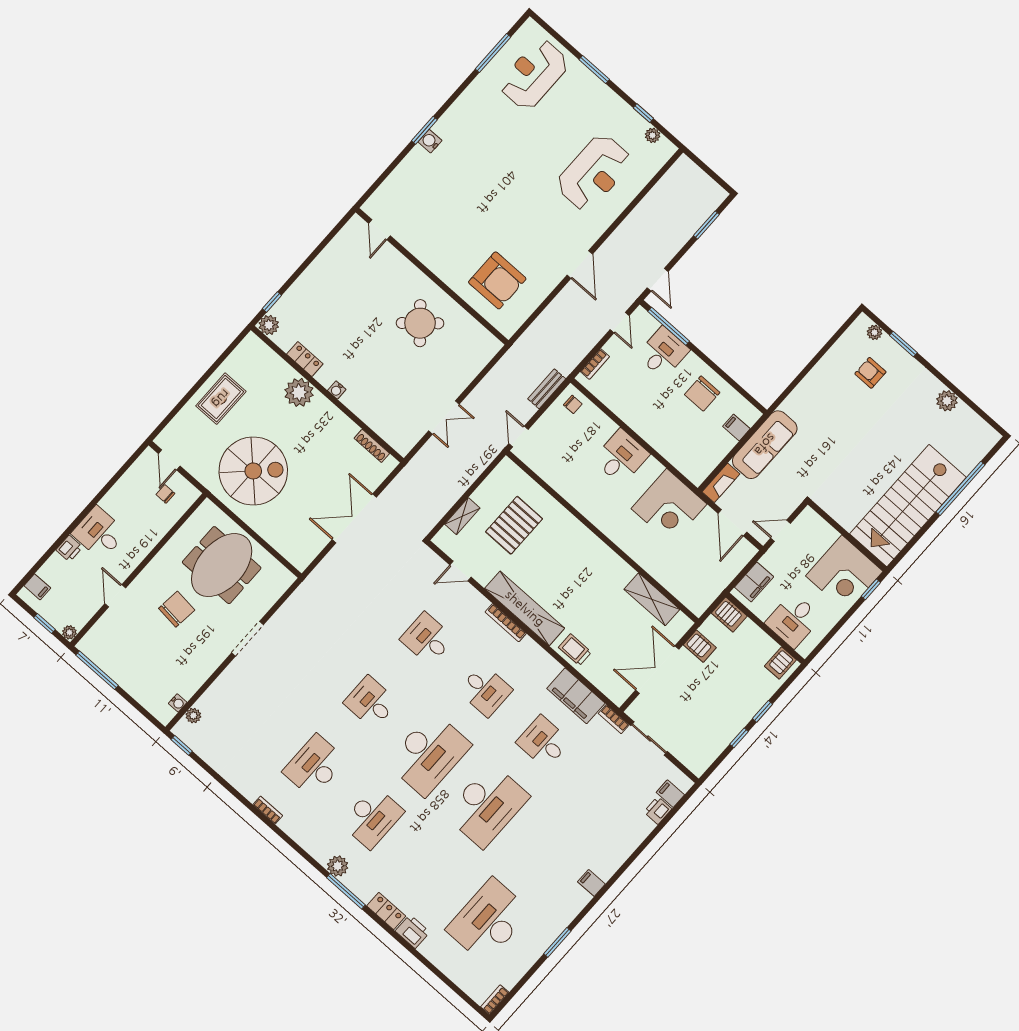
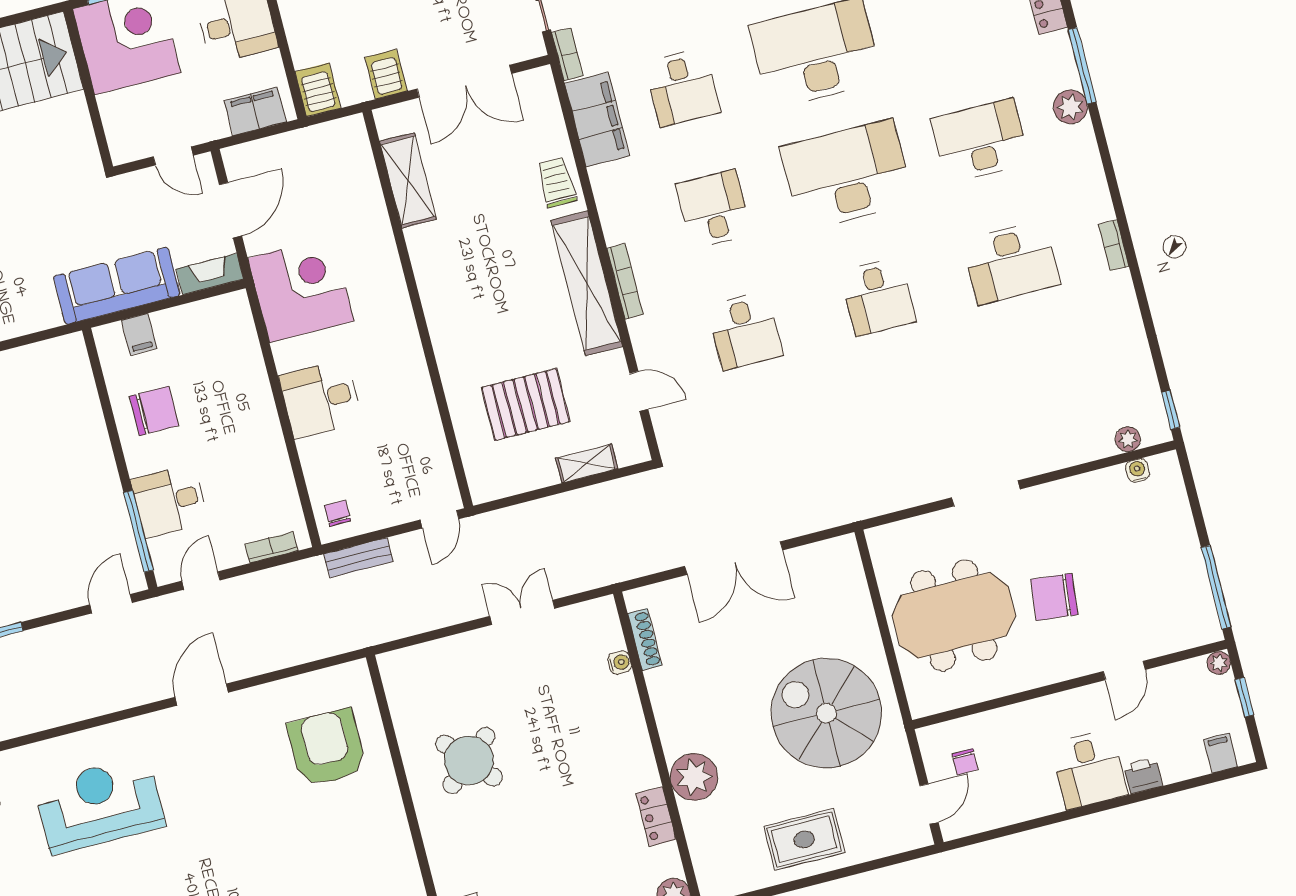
water cooler: (337, 390) -> (620, 663), moved
trolley: (575, 650) -> (557, 182), turned 180

